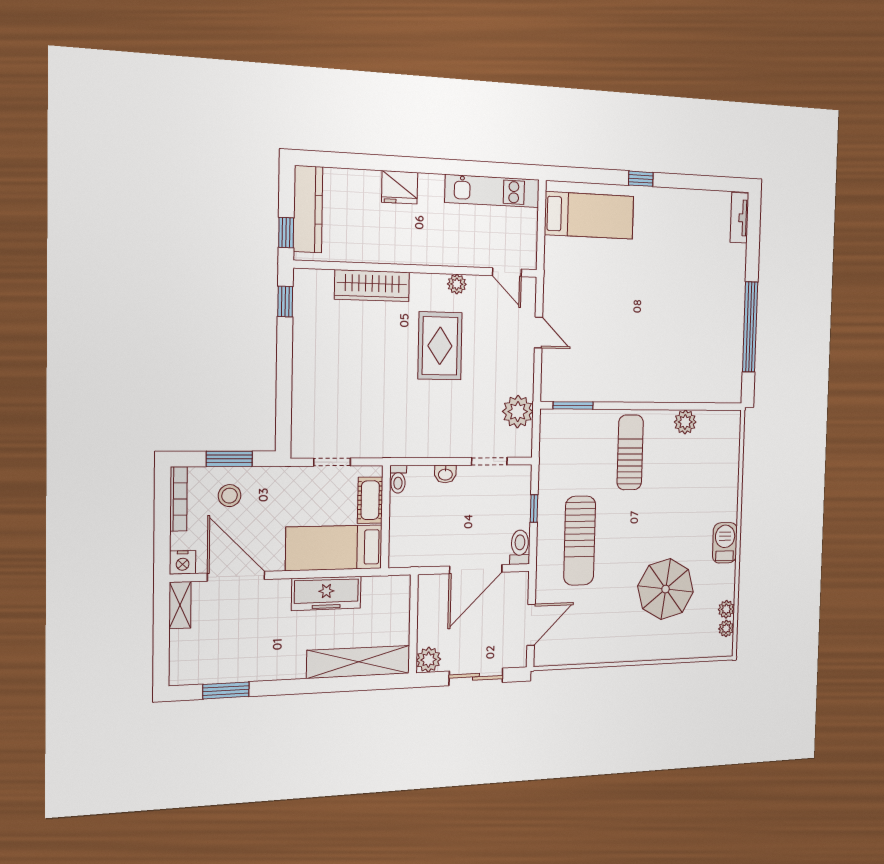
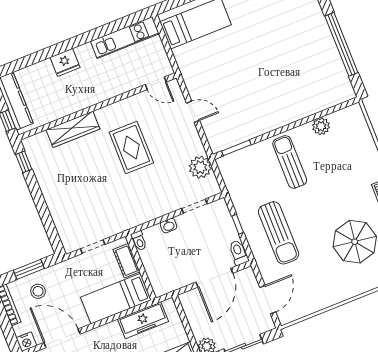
plant: (457, 284) -> (126, 105), removed
freezer: (326, 593) -> (143, 320), moved

